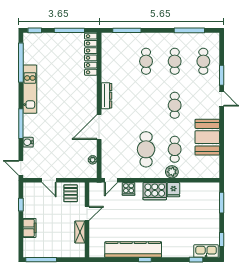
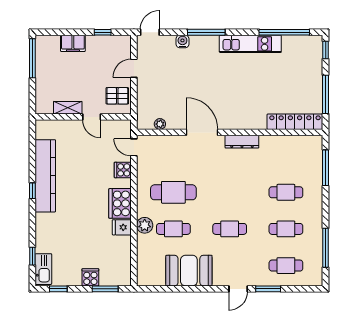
cooker: (213, 214) -> (90, 277), added

